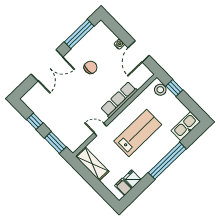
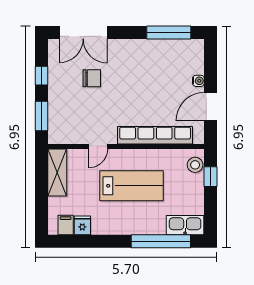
double door: (47, 65) -> (83, 32), moved
chair: (91, 67) -> (92, 78), moved
row of seats: (119, 100) -> (155, 135), width x1.36
door: (100, 129) -> (98, 146), swing flipped
window: (167, 161) -> (161, 241), moved

